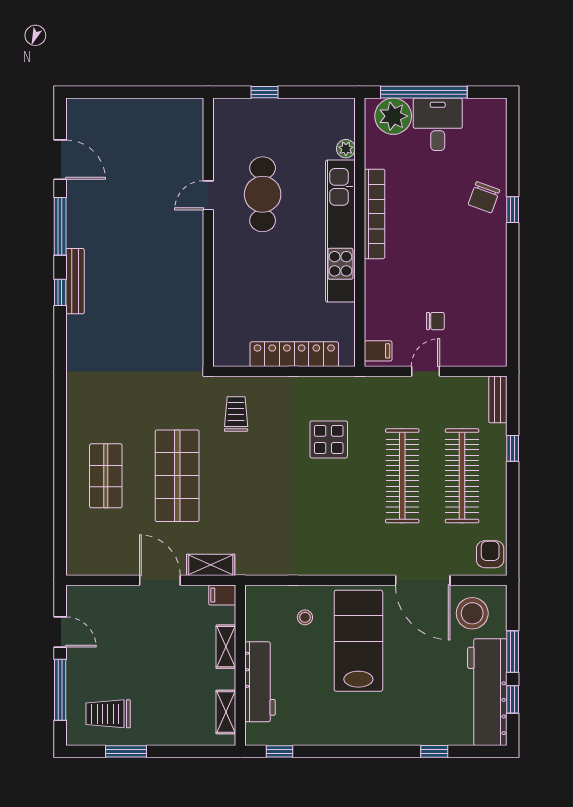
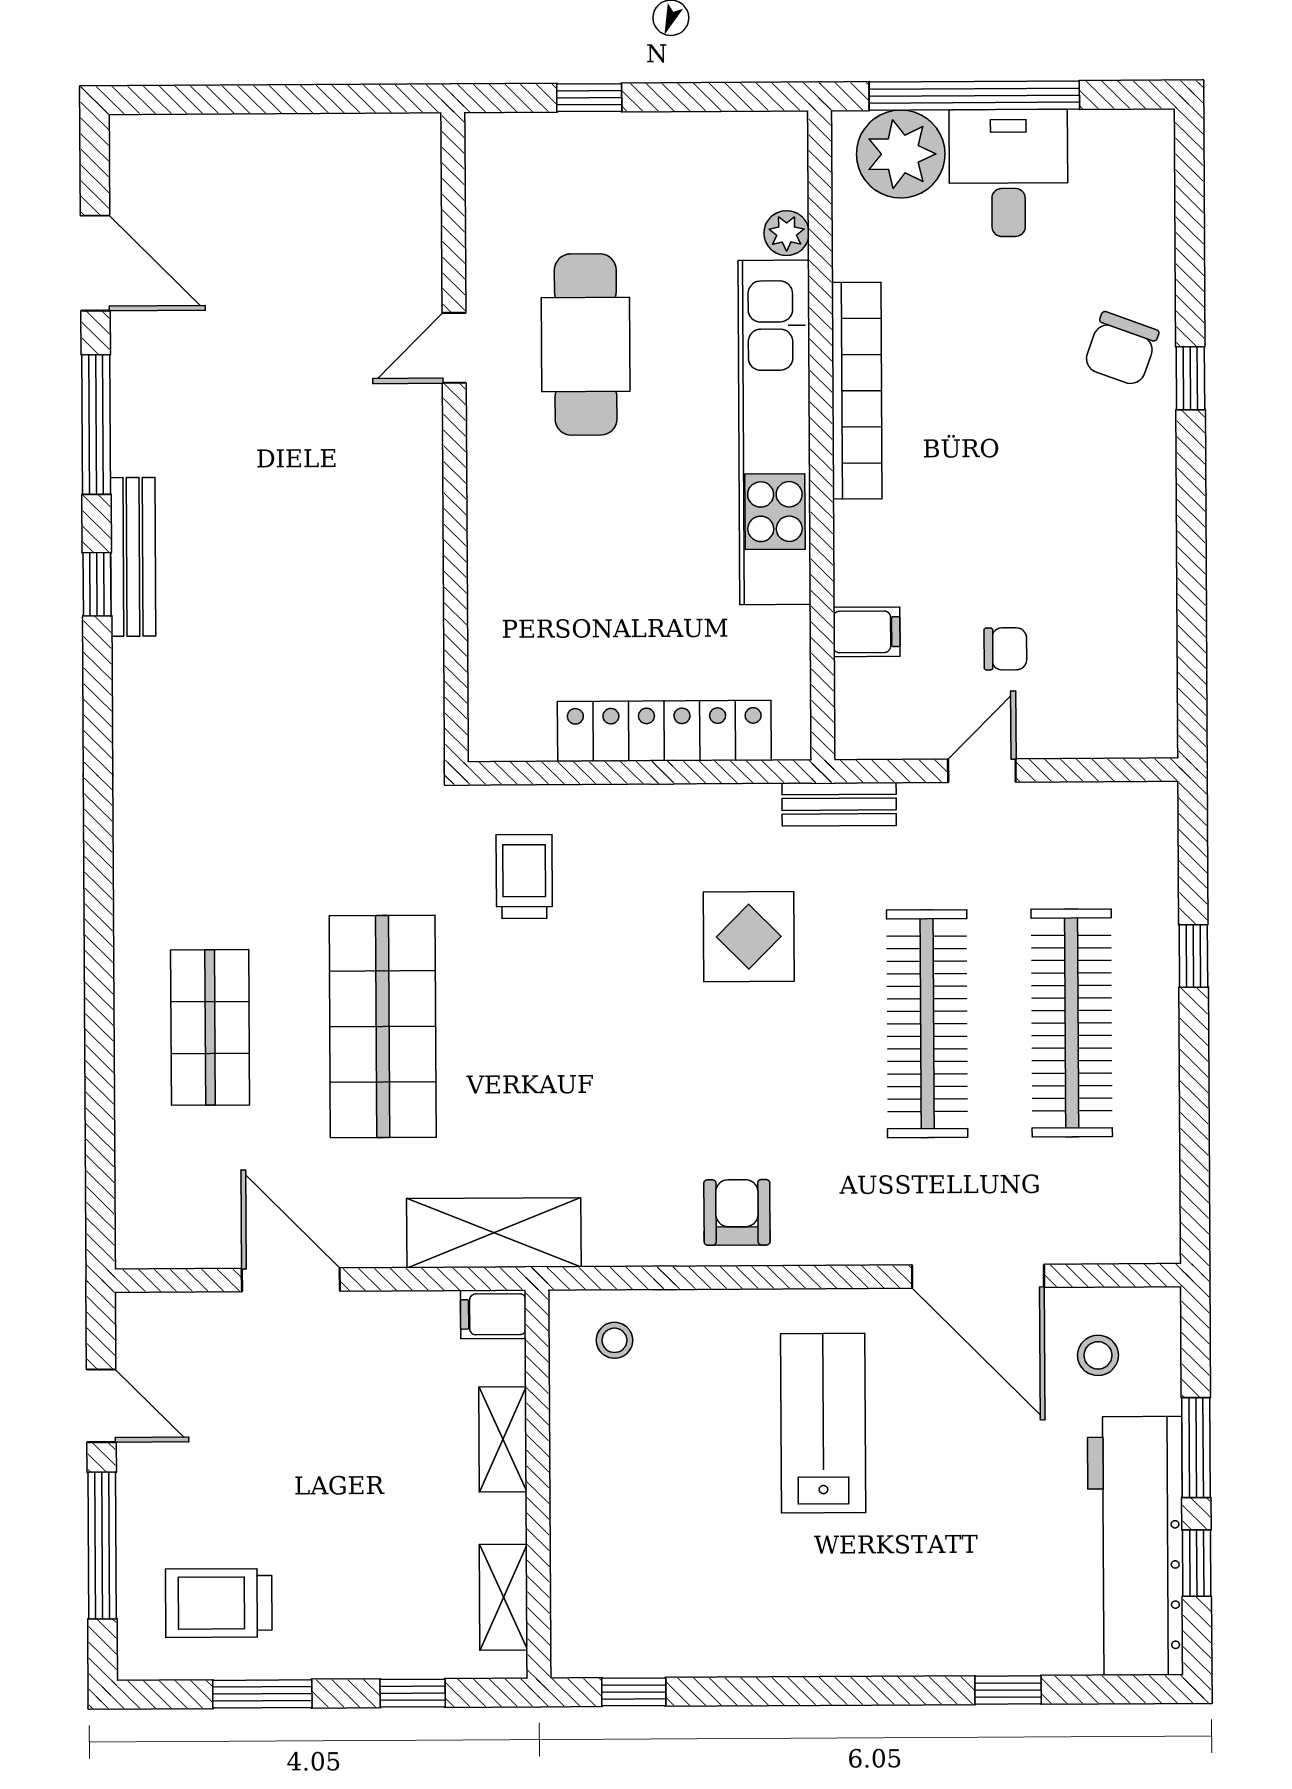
filing cabinet: (378, 351) -> (867, 632), moved
bench: (498, 399) -> (839, 804), moved, turned 90
armchair: (490, 554) -> (737, 1212), moved
shelving: (211, 565) -> (494, 1233), width x1.50, depth x1.33
door: (160, 580) -> (291, 1280), moved
stool: (472, 613) -> (1098, 1355), width x0.53, depth x0.53
stool: (305, 617) -> (614, 1340), moved
lab bench: (358, 641) -> (823, 1423), width x0.73, depth x0.72
workbench: (260, 682) -> (586, 1524), removed
window: (188, 751) -> (413, 1693), added

